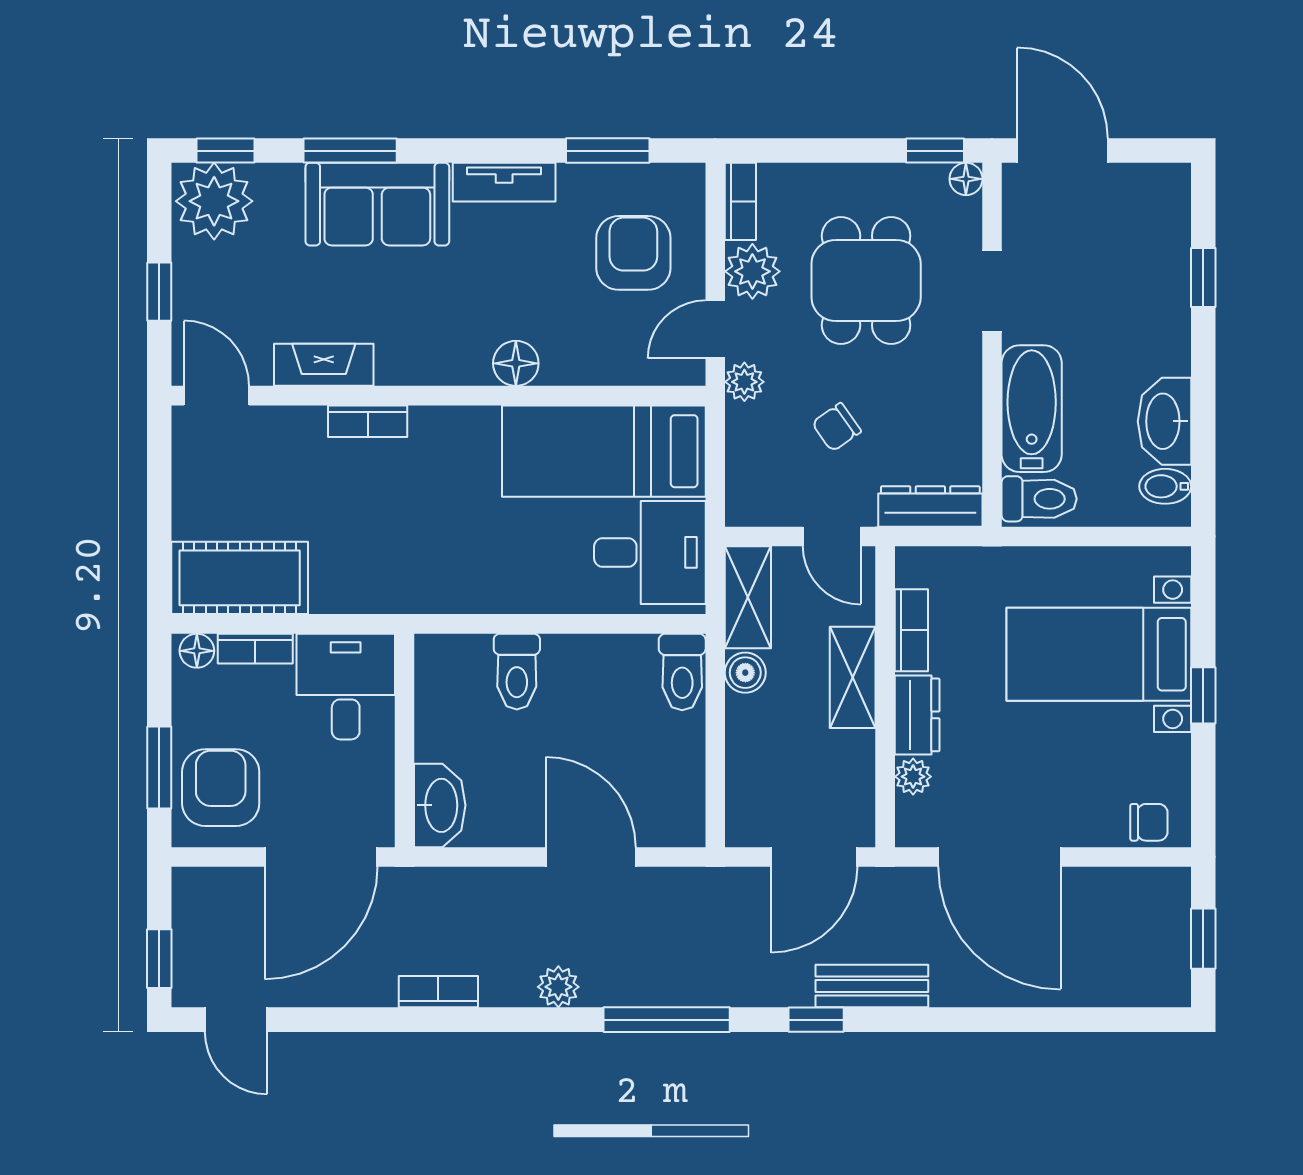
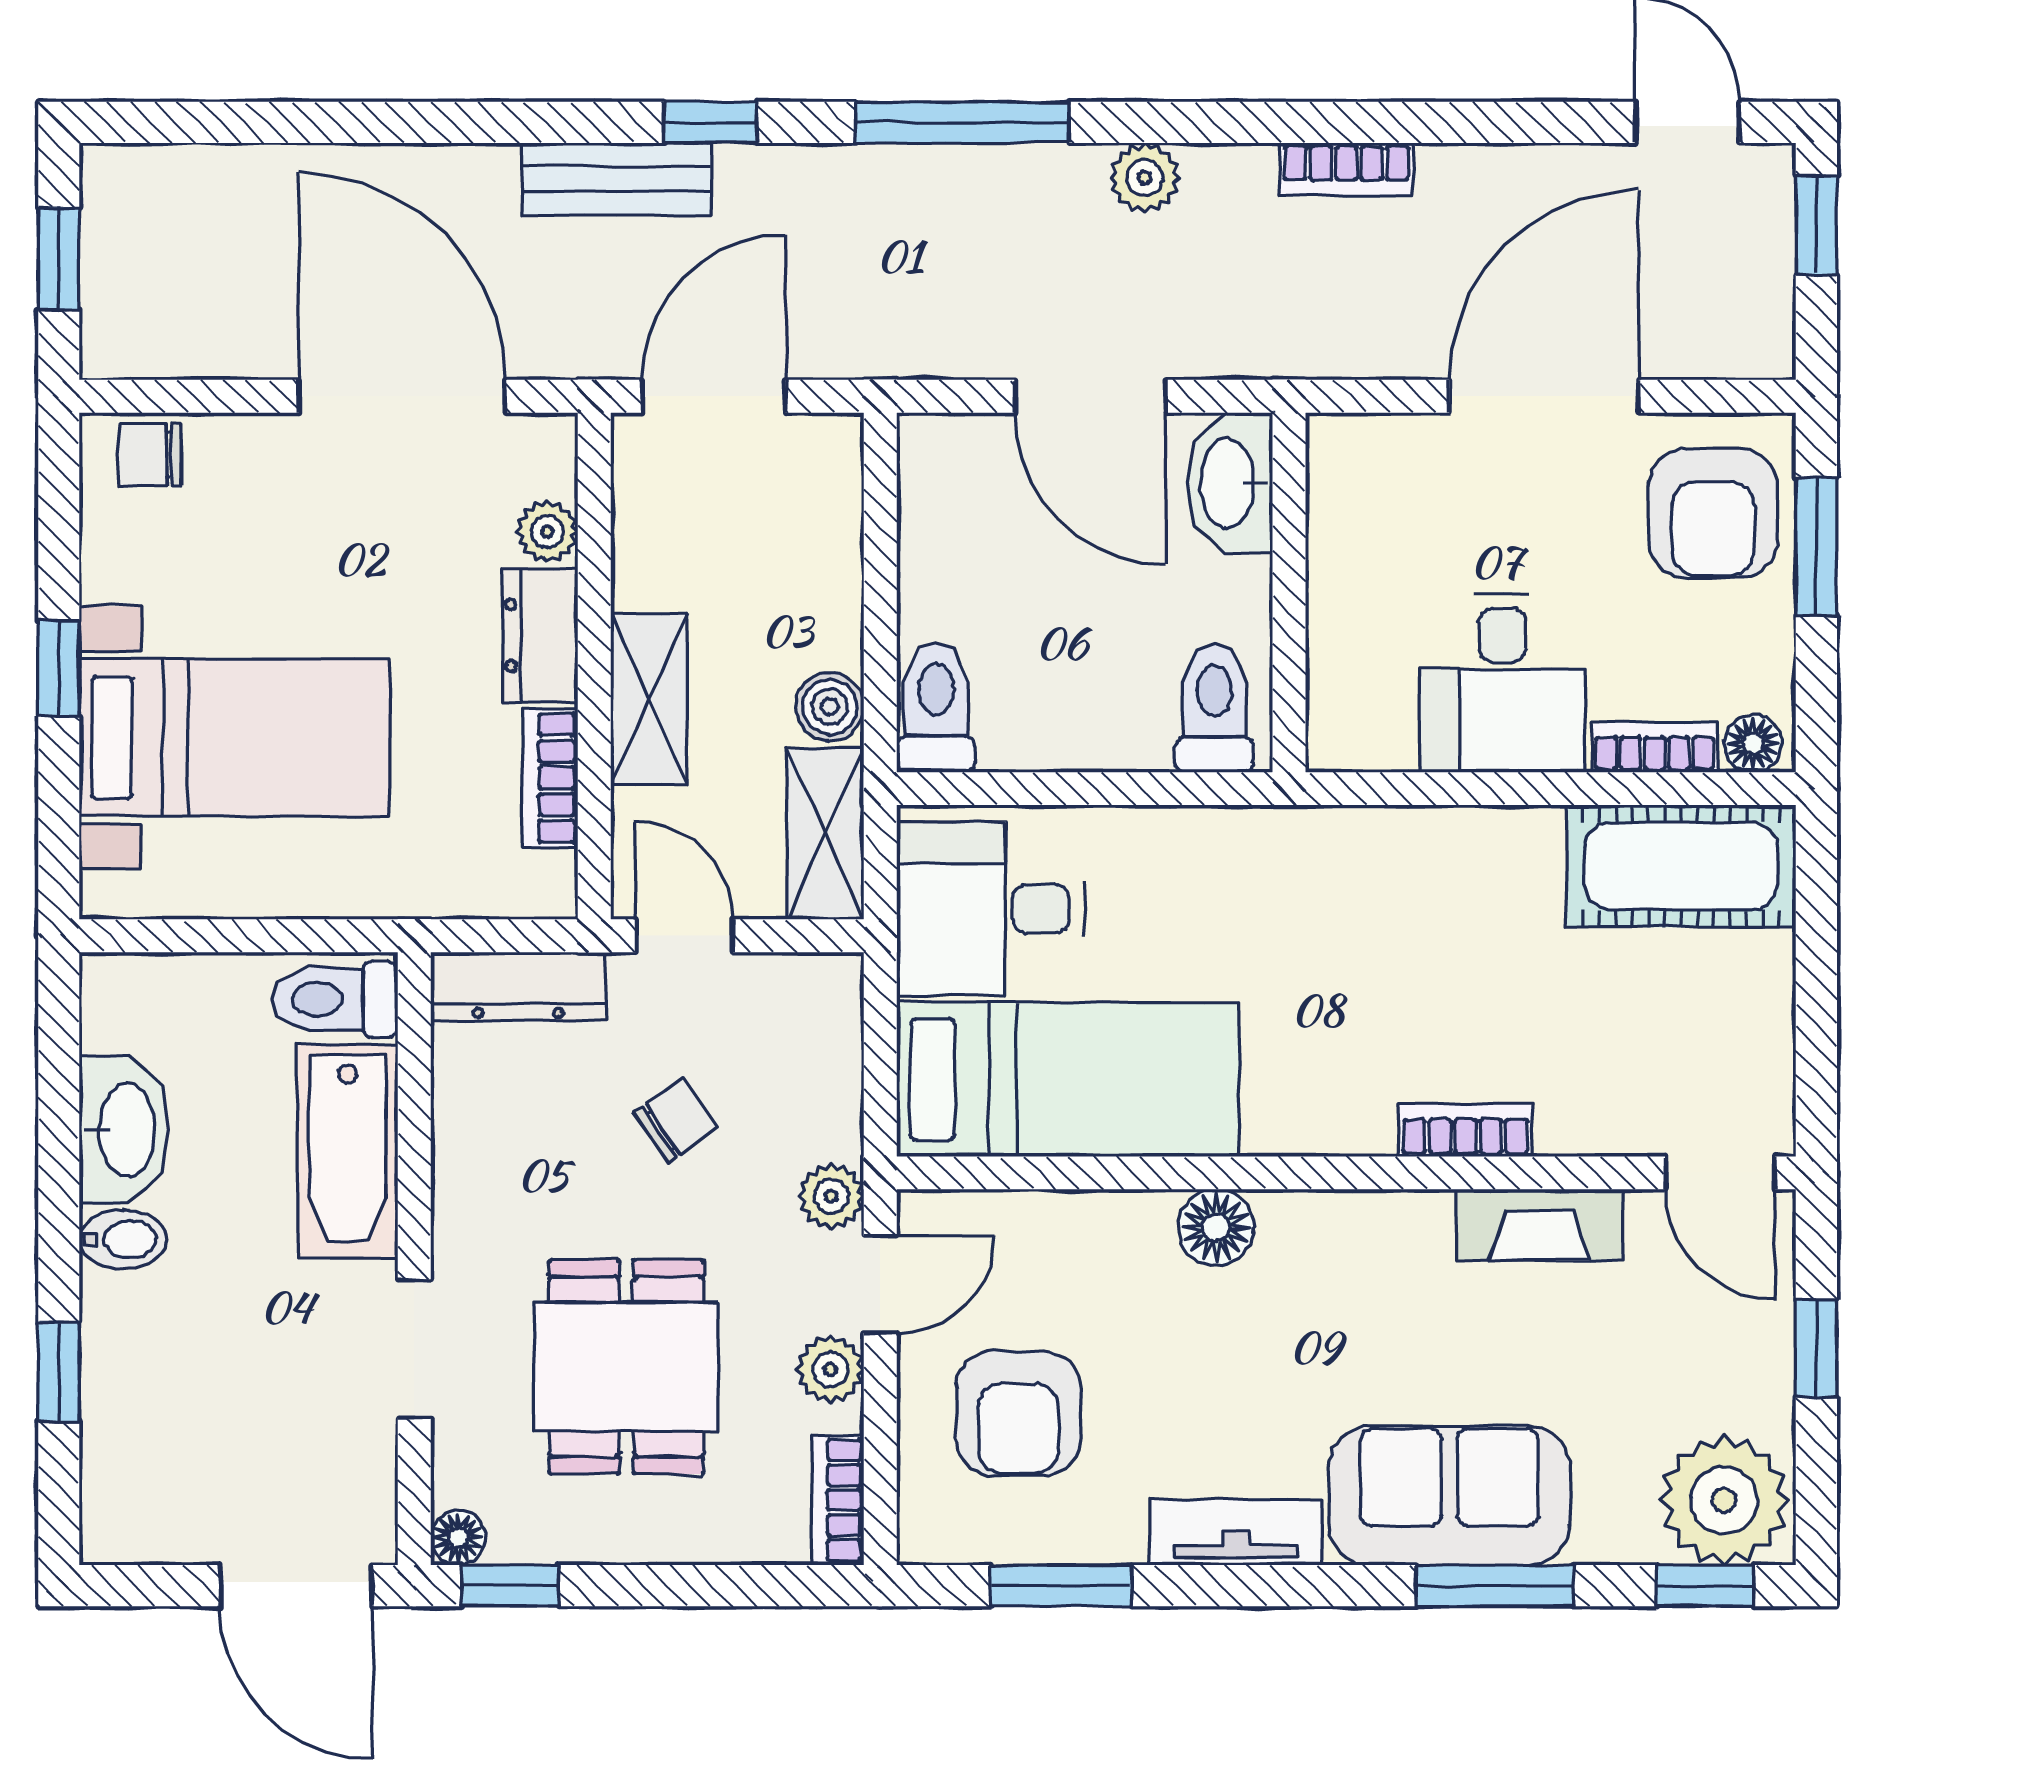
plant: (752, 271) -> (830, 1369), width x0.73, depth x0.73
bidet: (1165, 486) -> (123, 1239), moved
wall: (405, 740) -> (1289, 592), moved
washbasin: (440, 805) -> (1230, 483), moved

